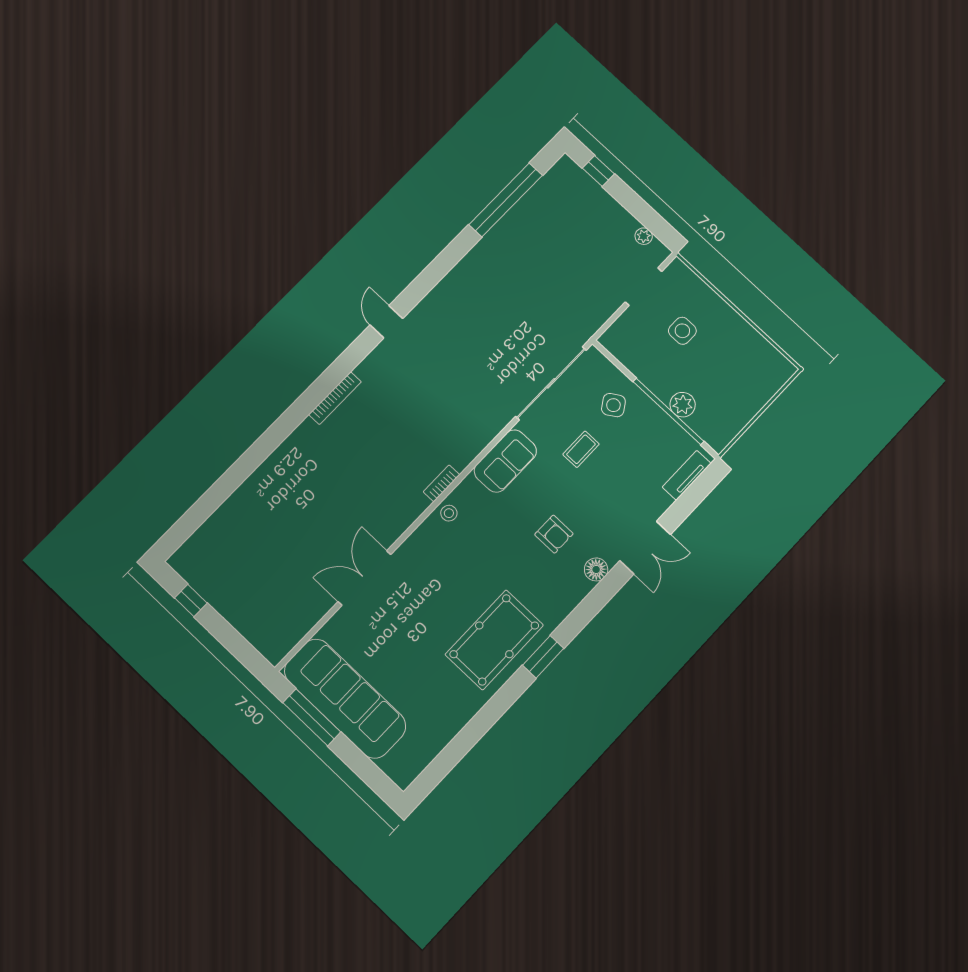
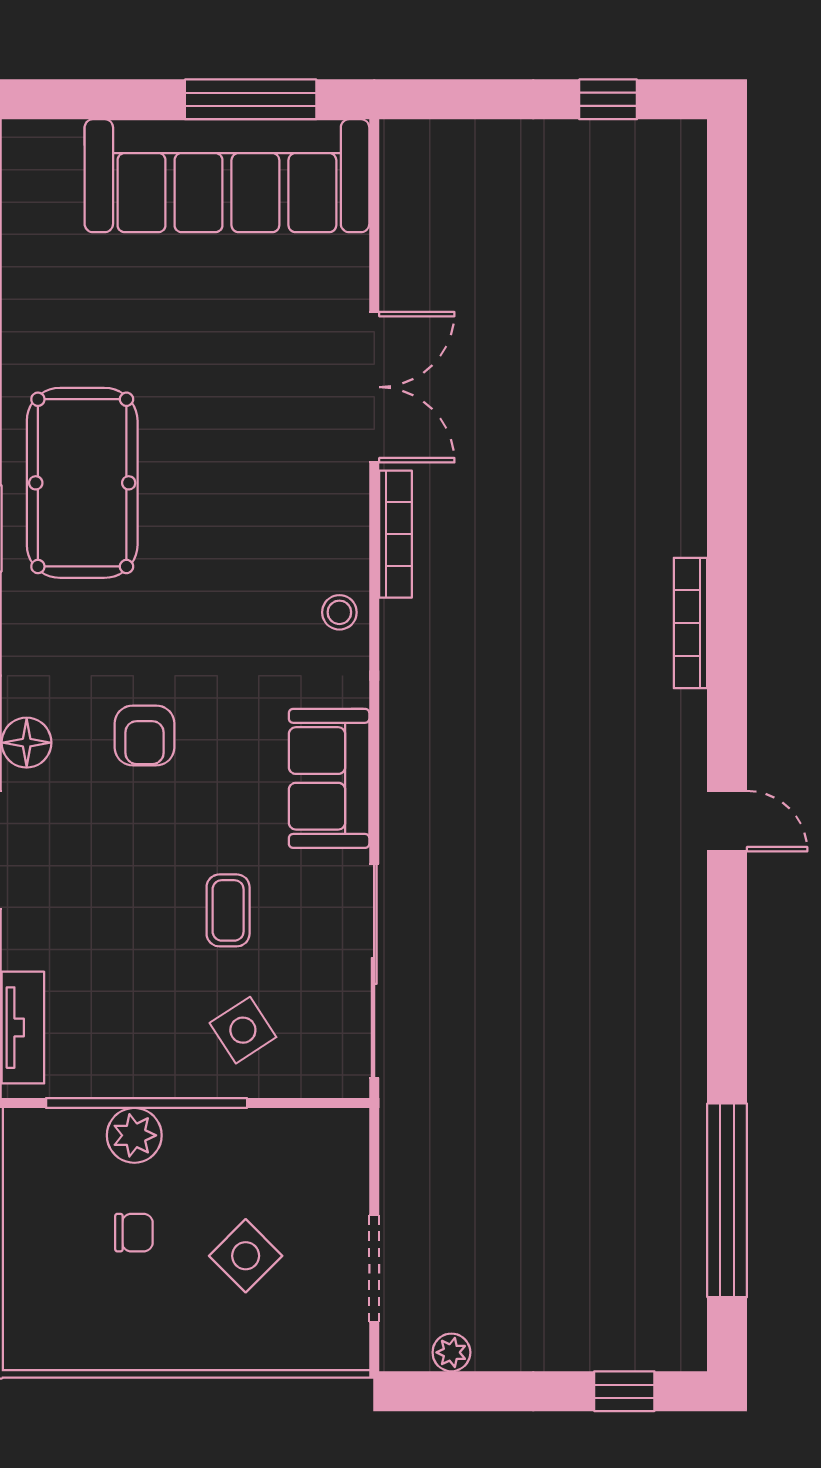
side table: (682, 331) -> (246, 1256), turned 45
chair: (713, 373) -> (134, 1233), added
bookcase: (441, 483) -> (395, 534), moved, width x1.56
armchair: (554, 534) -> (144, 735), turned -90

